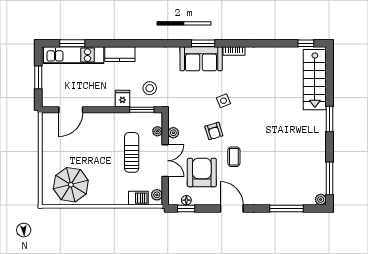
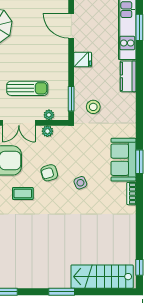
fridge: (122, 99) -> (83, 59), moved

